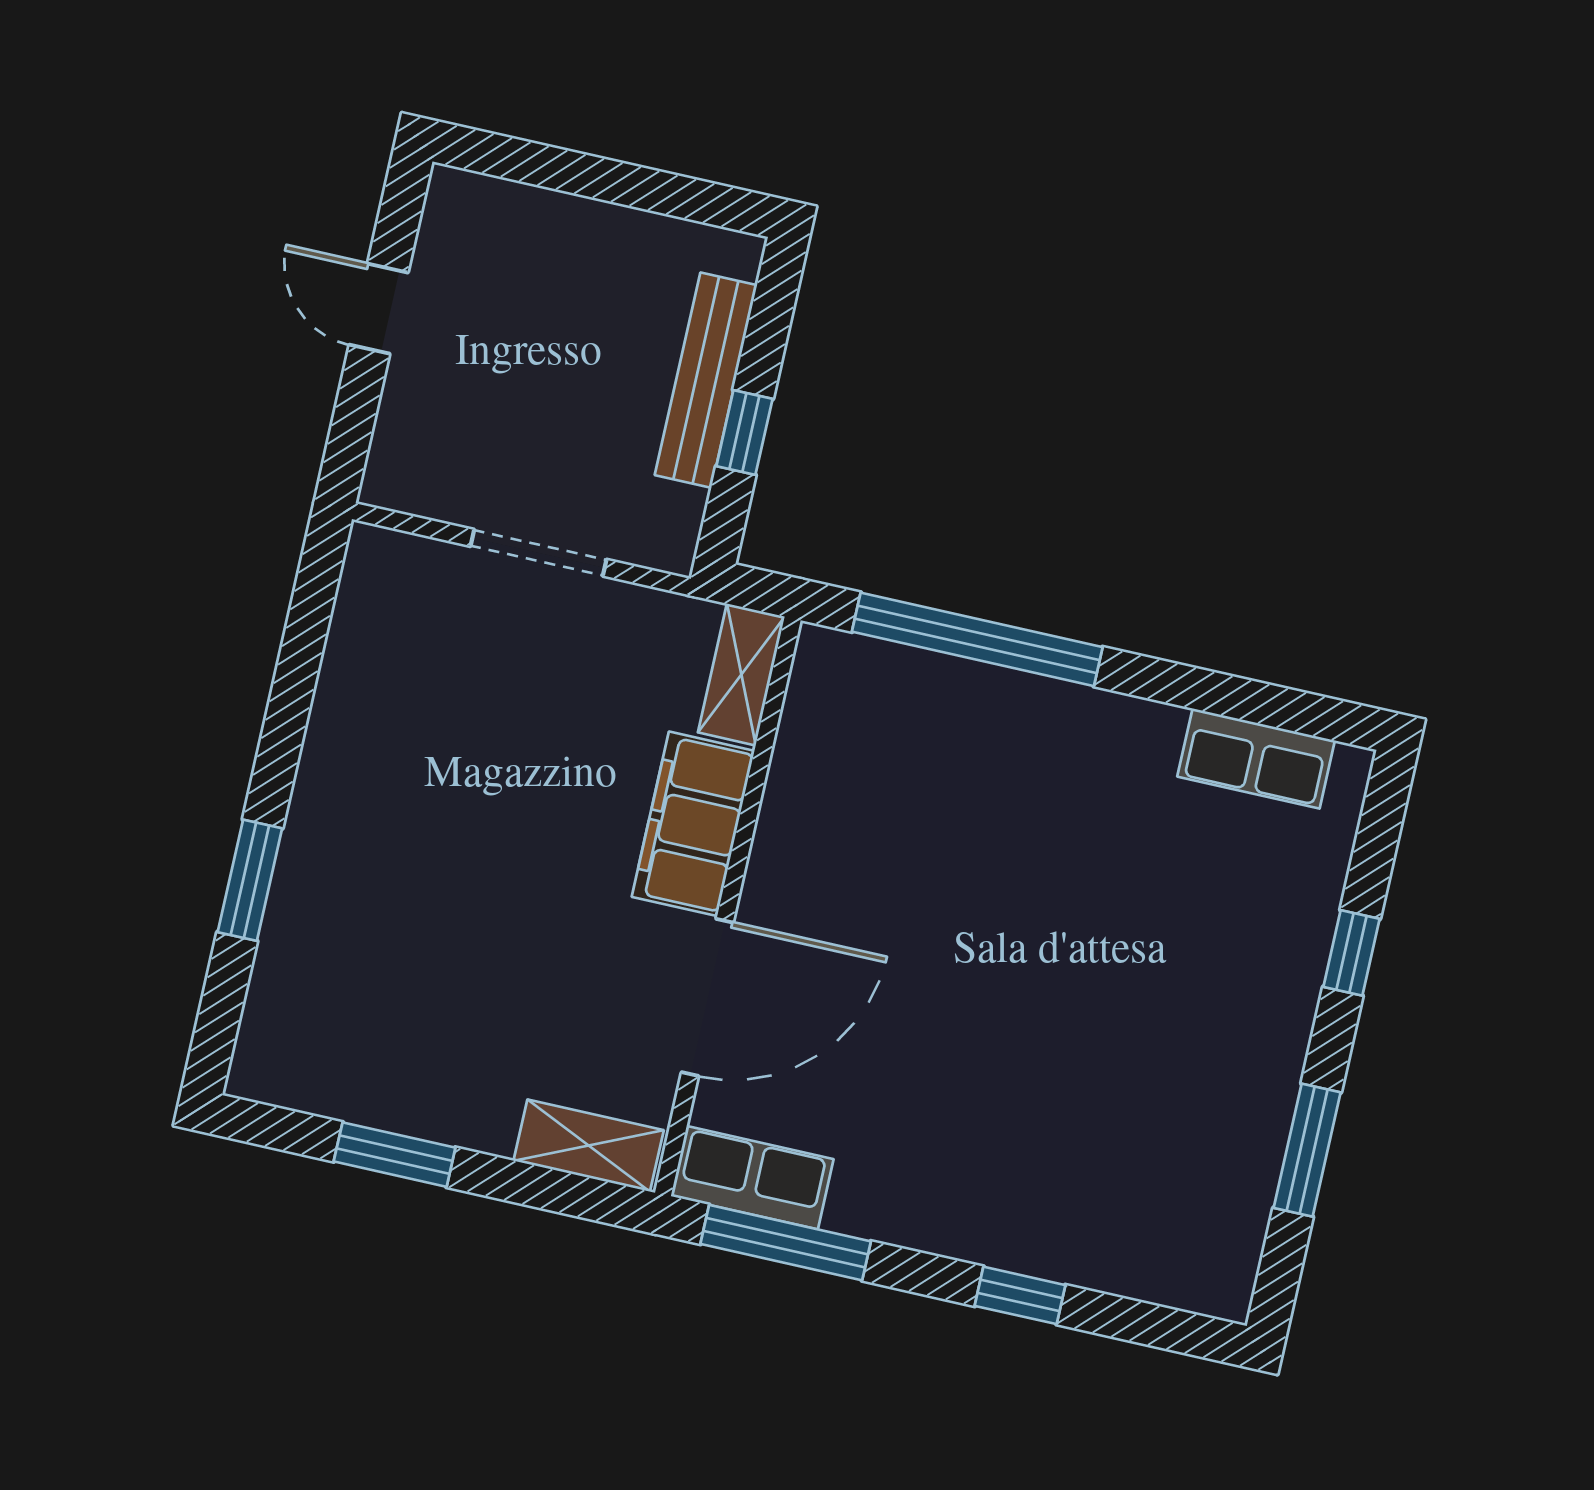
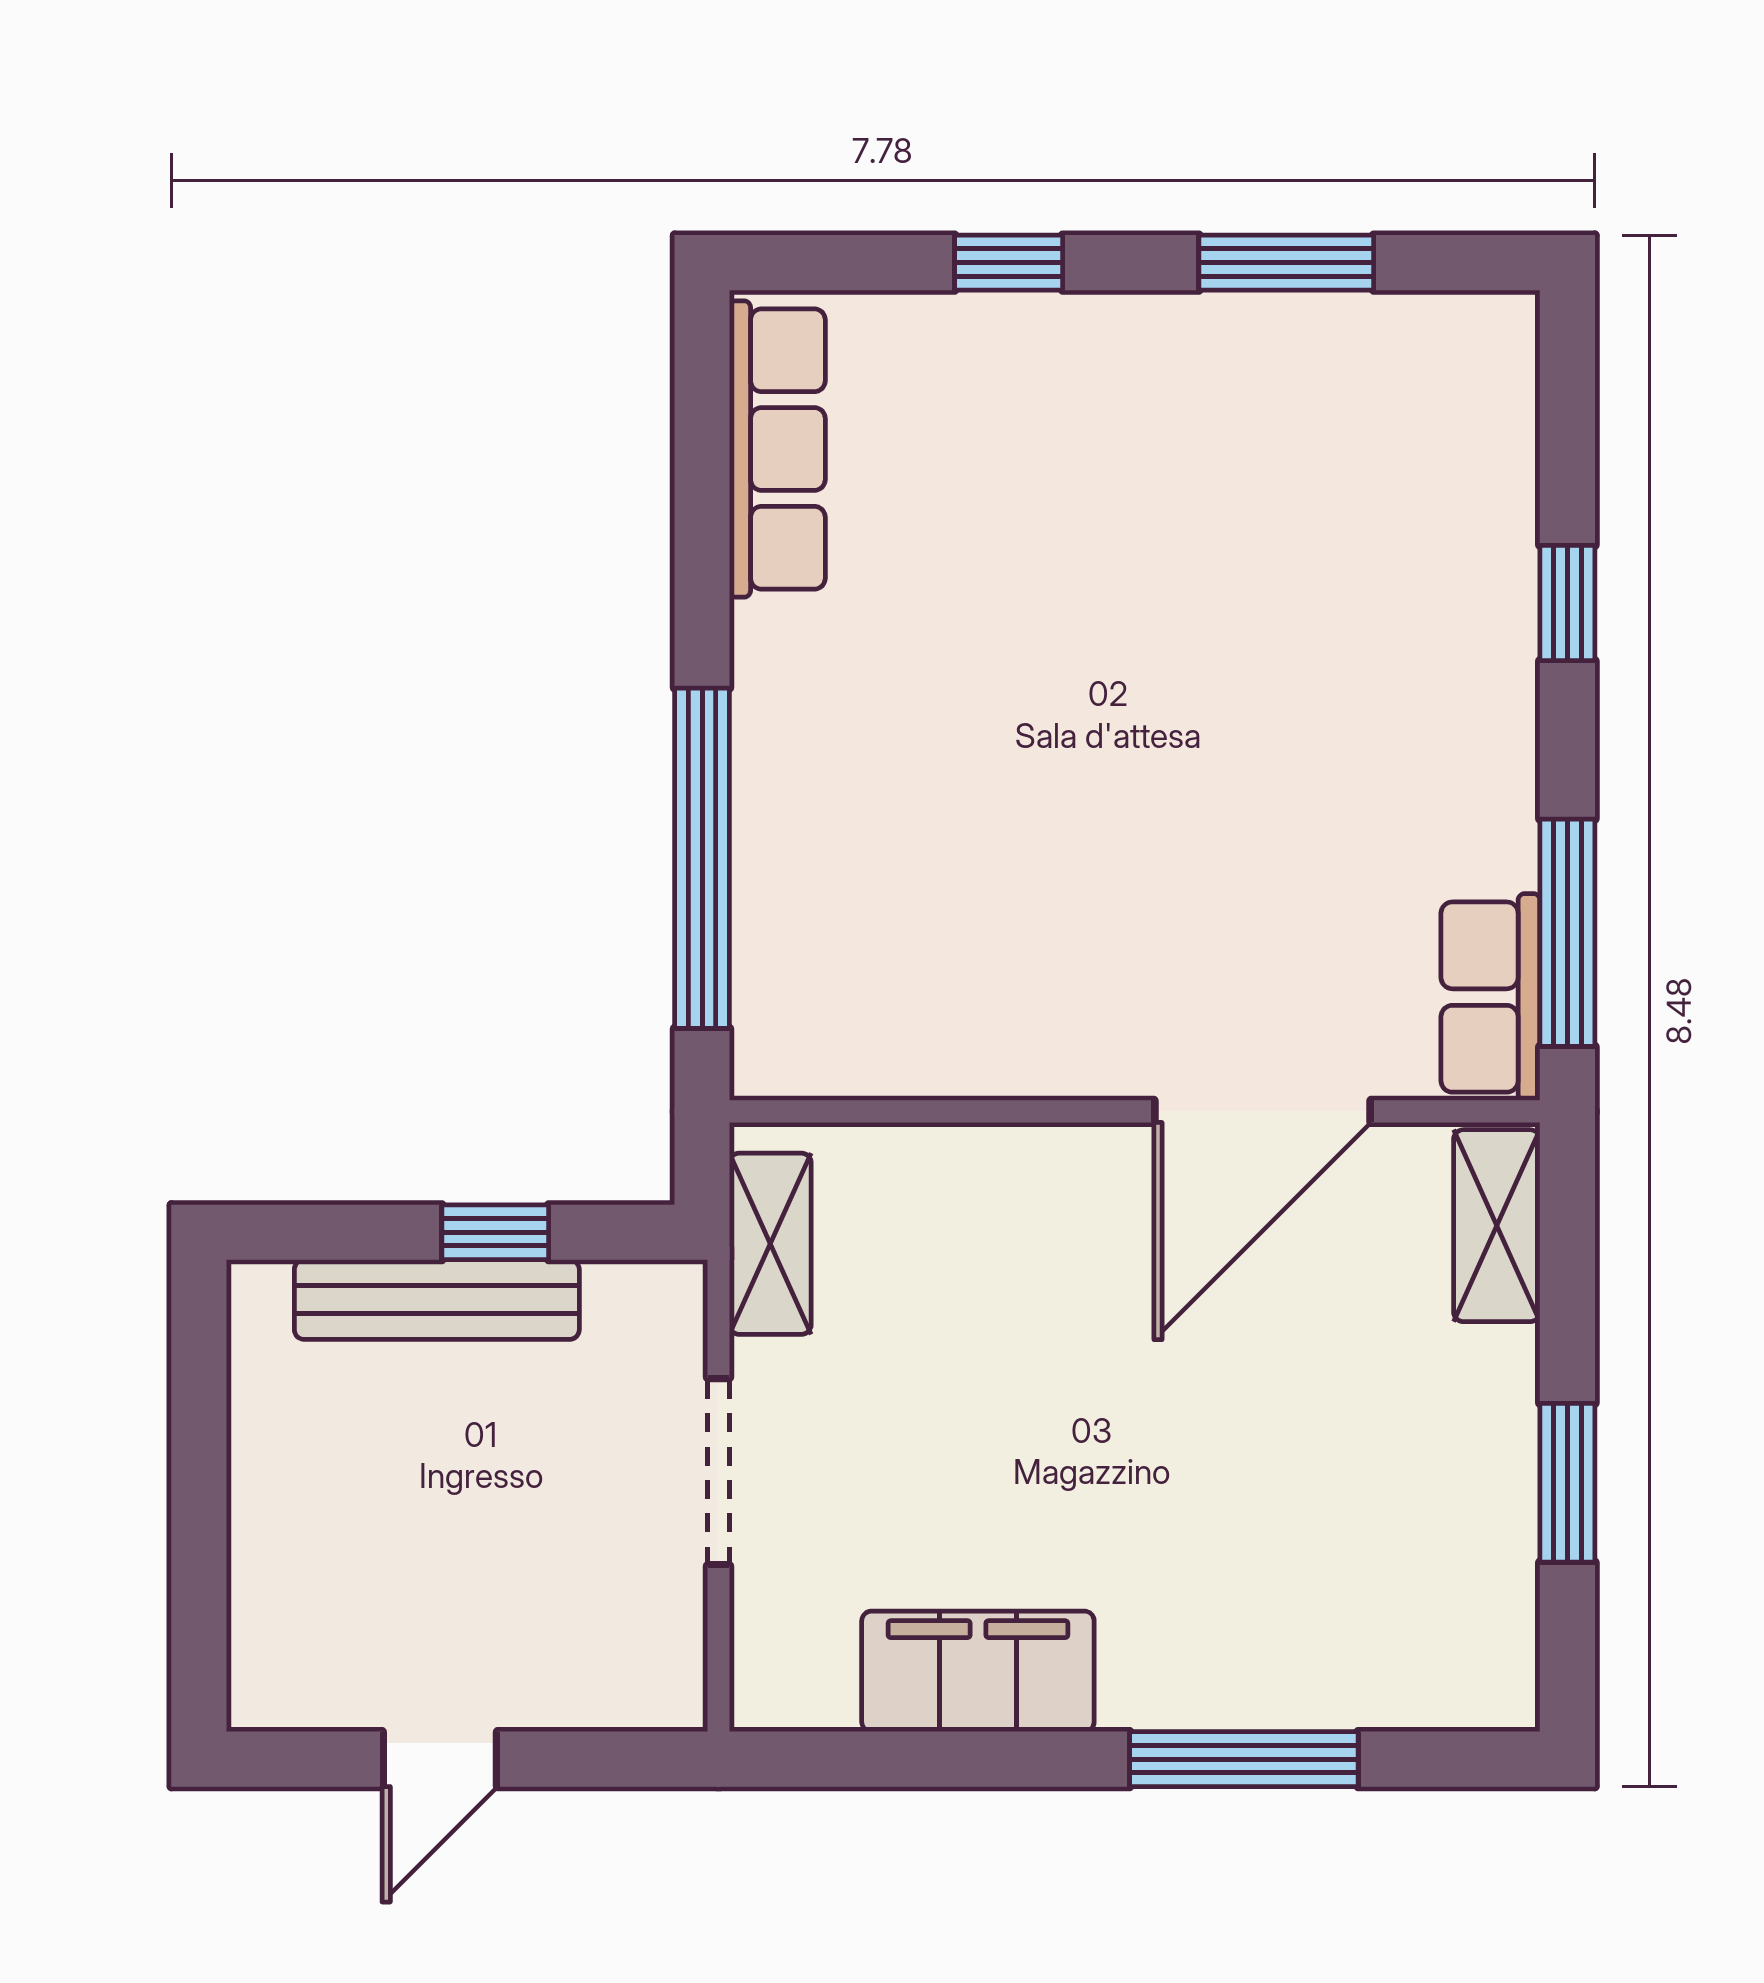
shelving: (741, 675) -> (770, 1244), moved, turned 90
row of seats: (1256, 759) -> (777, 449), width x1.48
filing cabinet: (693, 824) -> (978, 1671), moved, turned 180
window: (250, 880) -> (1244, 1759), width x1.44
door: (707, 997) -> (1263, 1111), swing flipped

